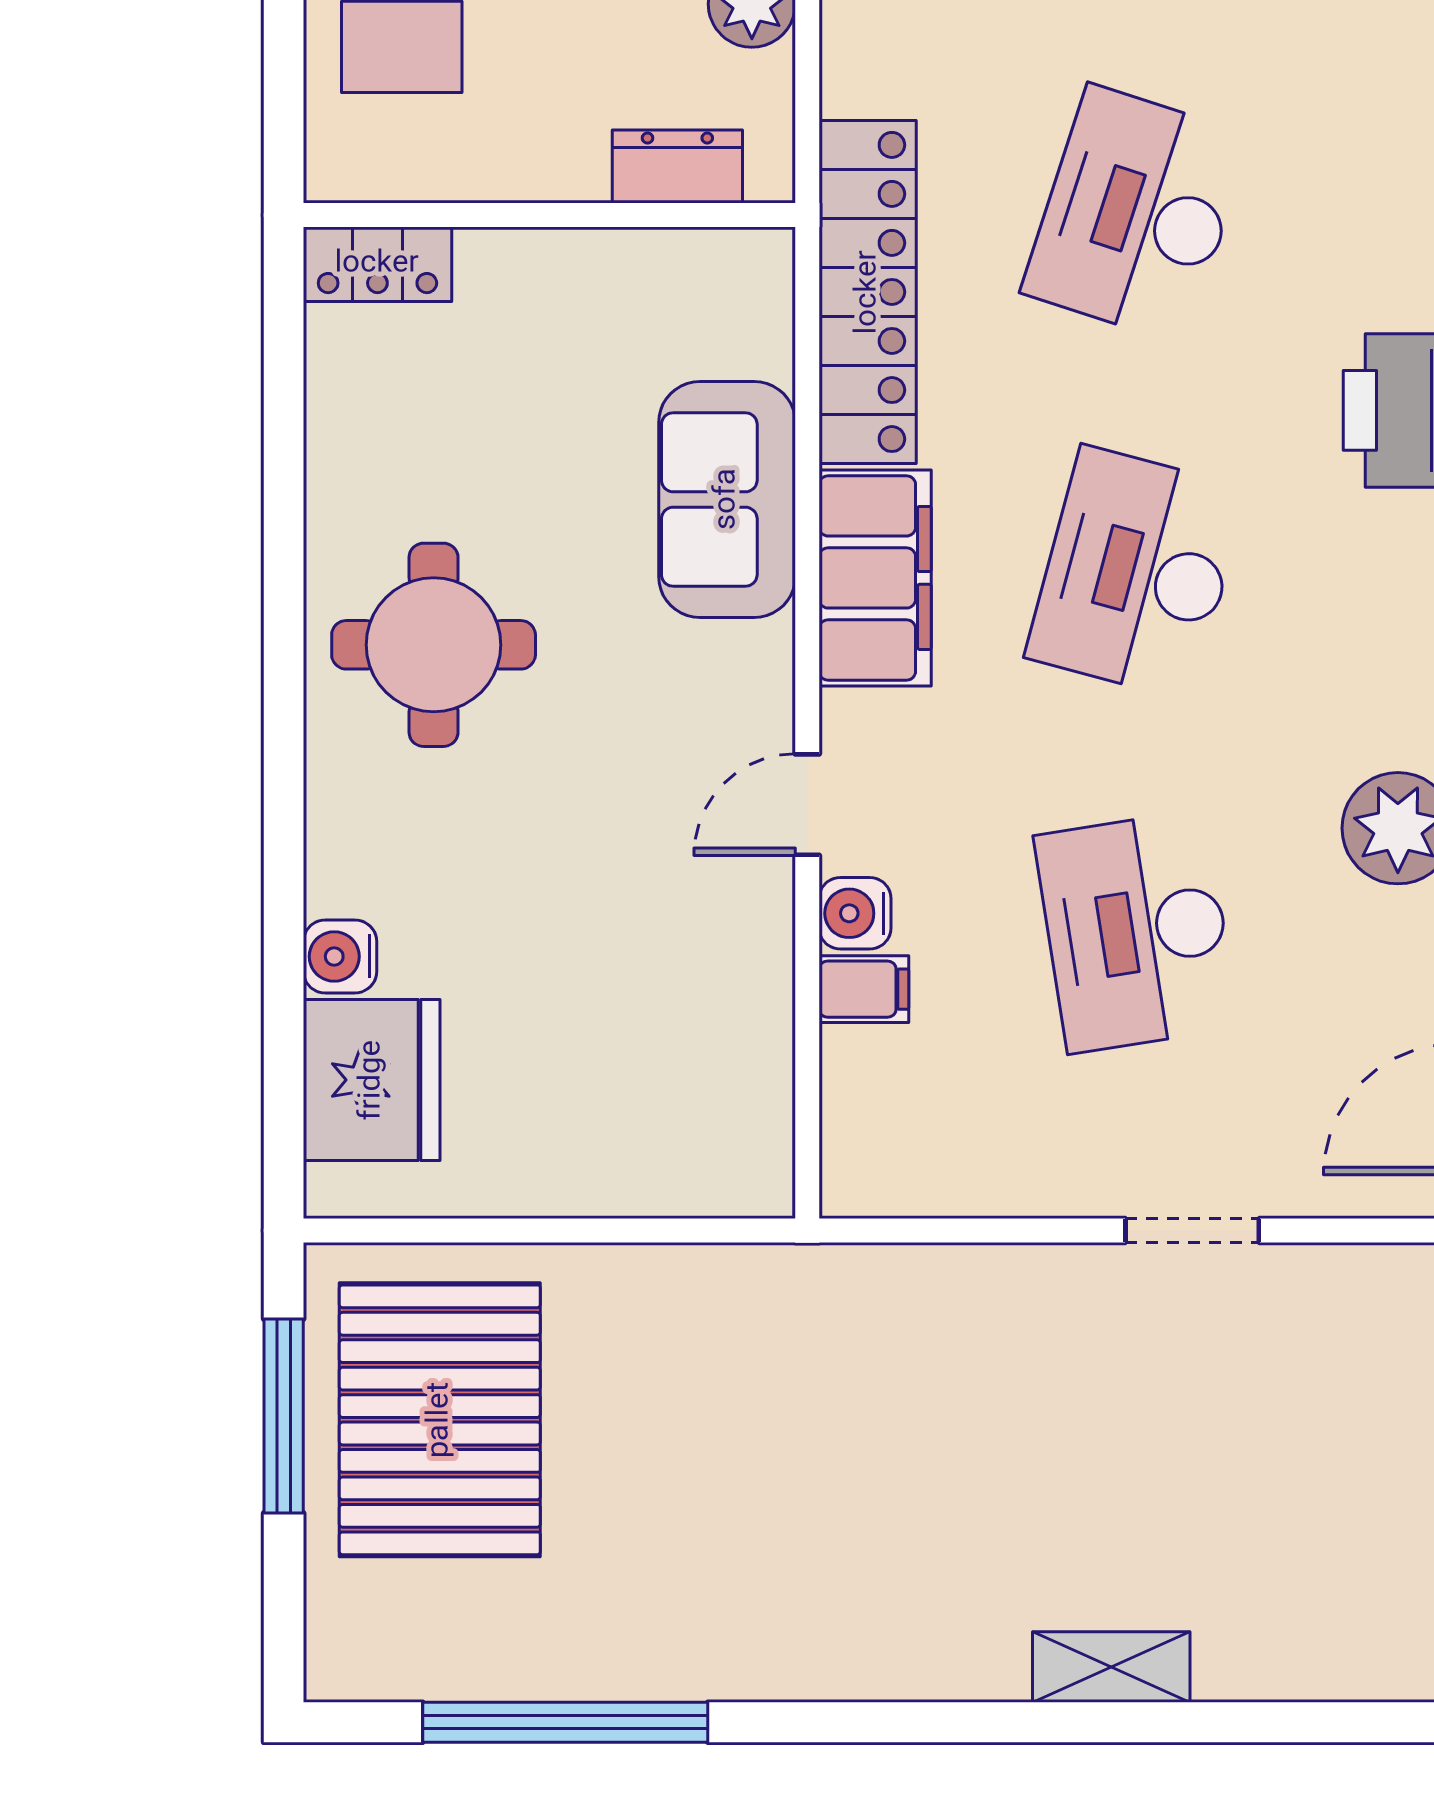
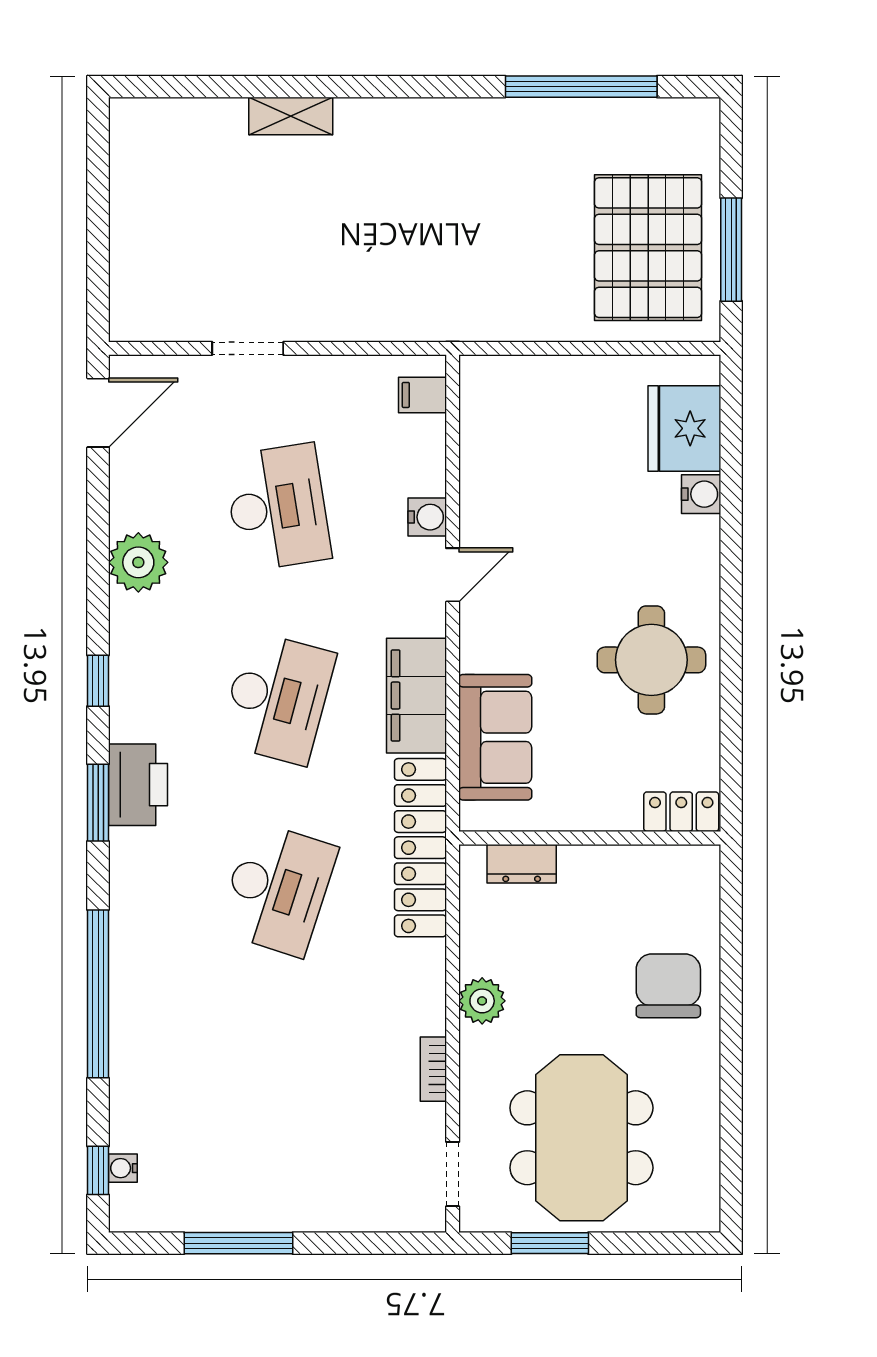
dresser: (677, 167) -> (522, 864), moved
wall: (549, 215) -> (590, 838), moved
locker: (377, 264) -> (681, 812), moved
filing cabinet: (864, 989) -> (422, 395), moved

